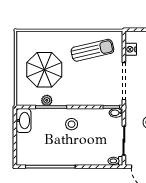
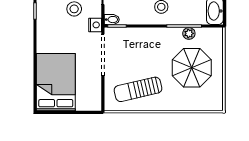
nightstand: (131, 49) -> (95, 25), moved

